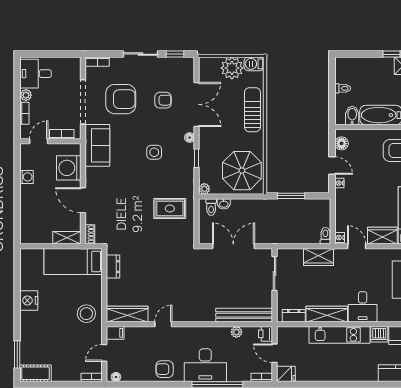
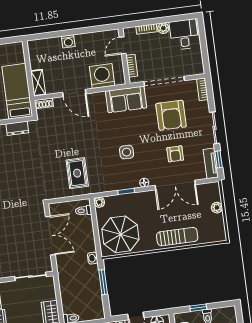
tv unit: (178, 63) -> (211, 163), added
barbecue: (254, 64) -> (219, 233), removed
plant: (232, 68) -> (217, 208), width x0.53, depth x0.53
window: (332, 97) -> (198, 308), added
door: (39, 141) -> (123, 45), swing flipped
washing machine: (27, 177) -> (68, 41), moved
door: (83, 200) -> (74, 93), swing flipped
washbasin: (224, 204) -> (93, 258), moved

